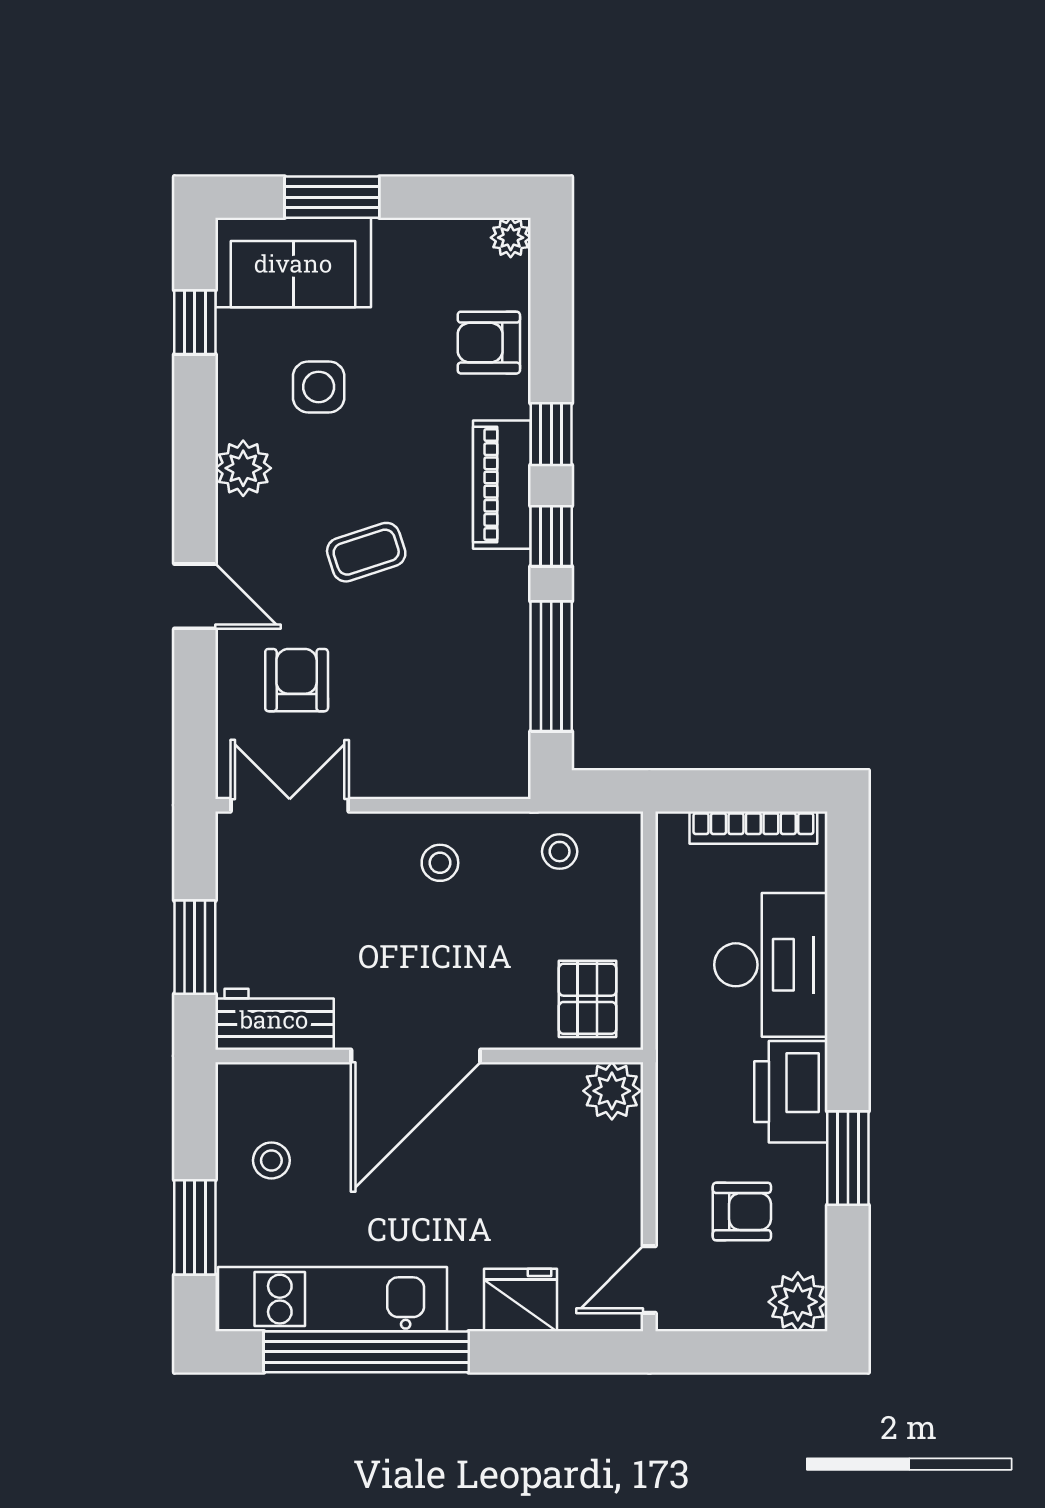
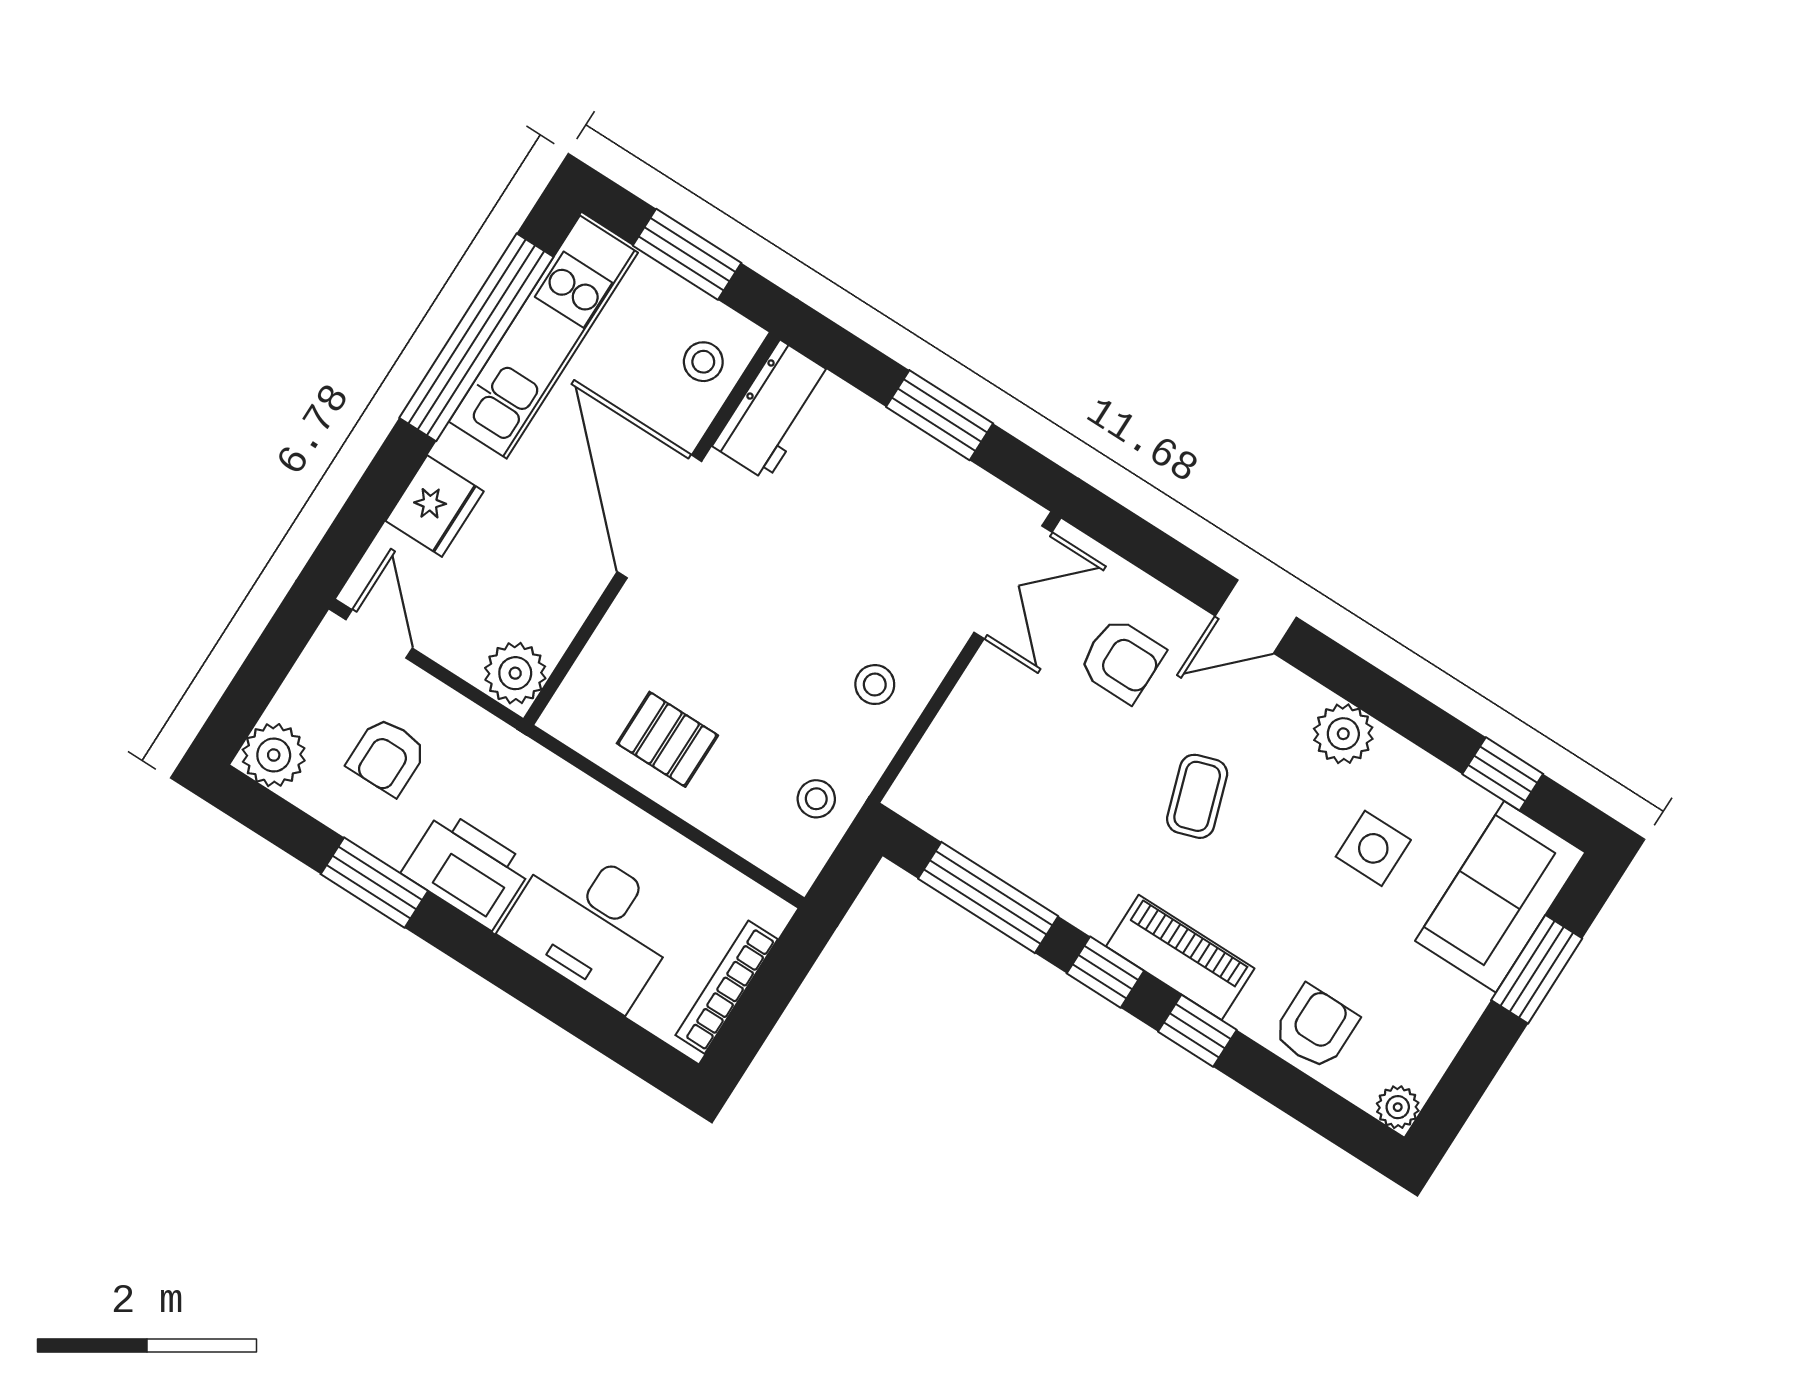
workbench: (274, 1019) -> (773, 410), moved
door: (416, 1056) -> (659, 516), moved
wall: (429, 1056) -> (652, 529), moved
plant: (612, 1091) -> (515, 673), moved

